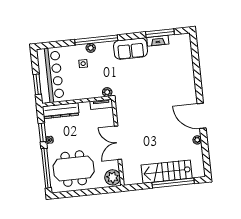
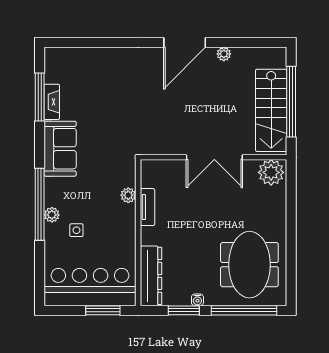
wall: (118, 142) -> (214, 157), moved
double door: (118, 143) -> (214, 157), moved
plant: (113, 177) -> (271, 172), moved

